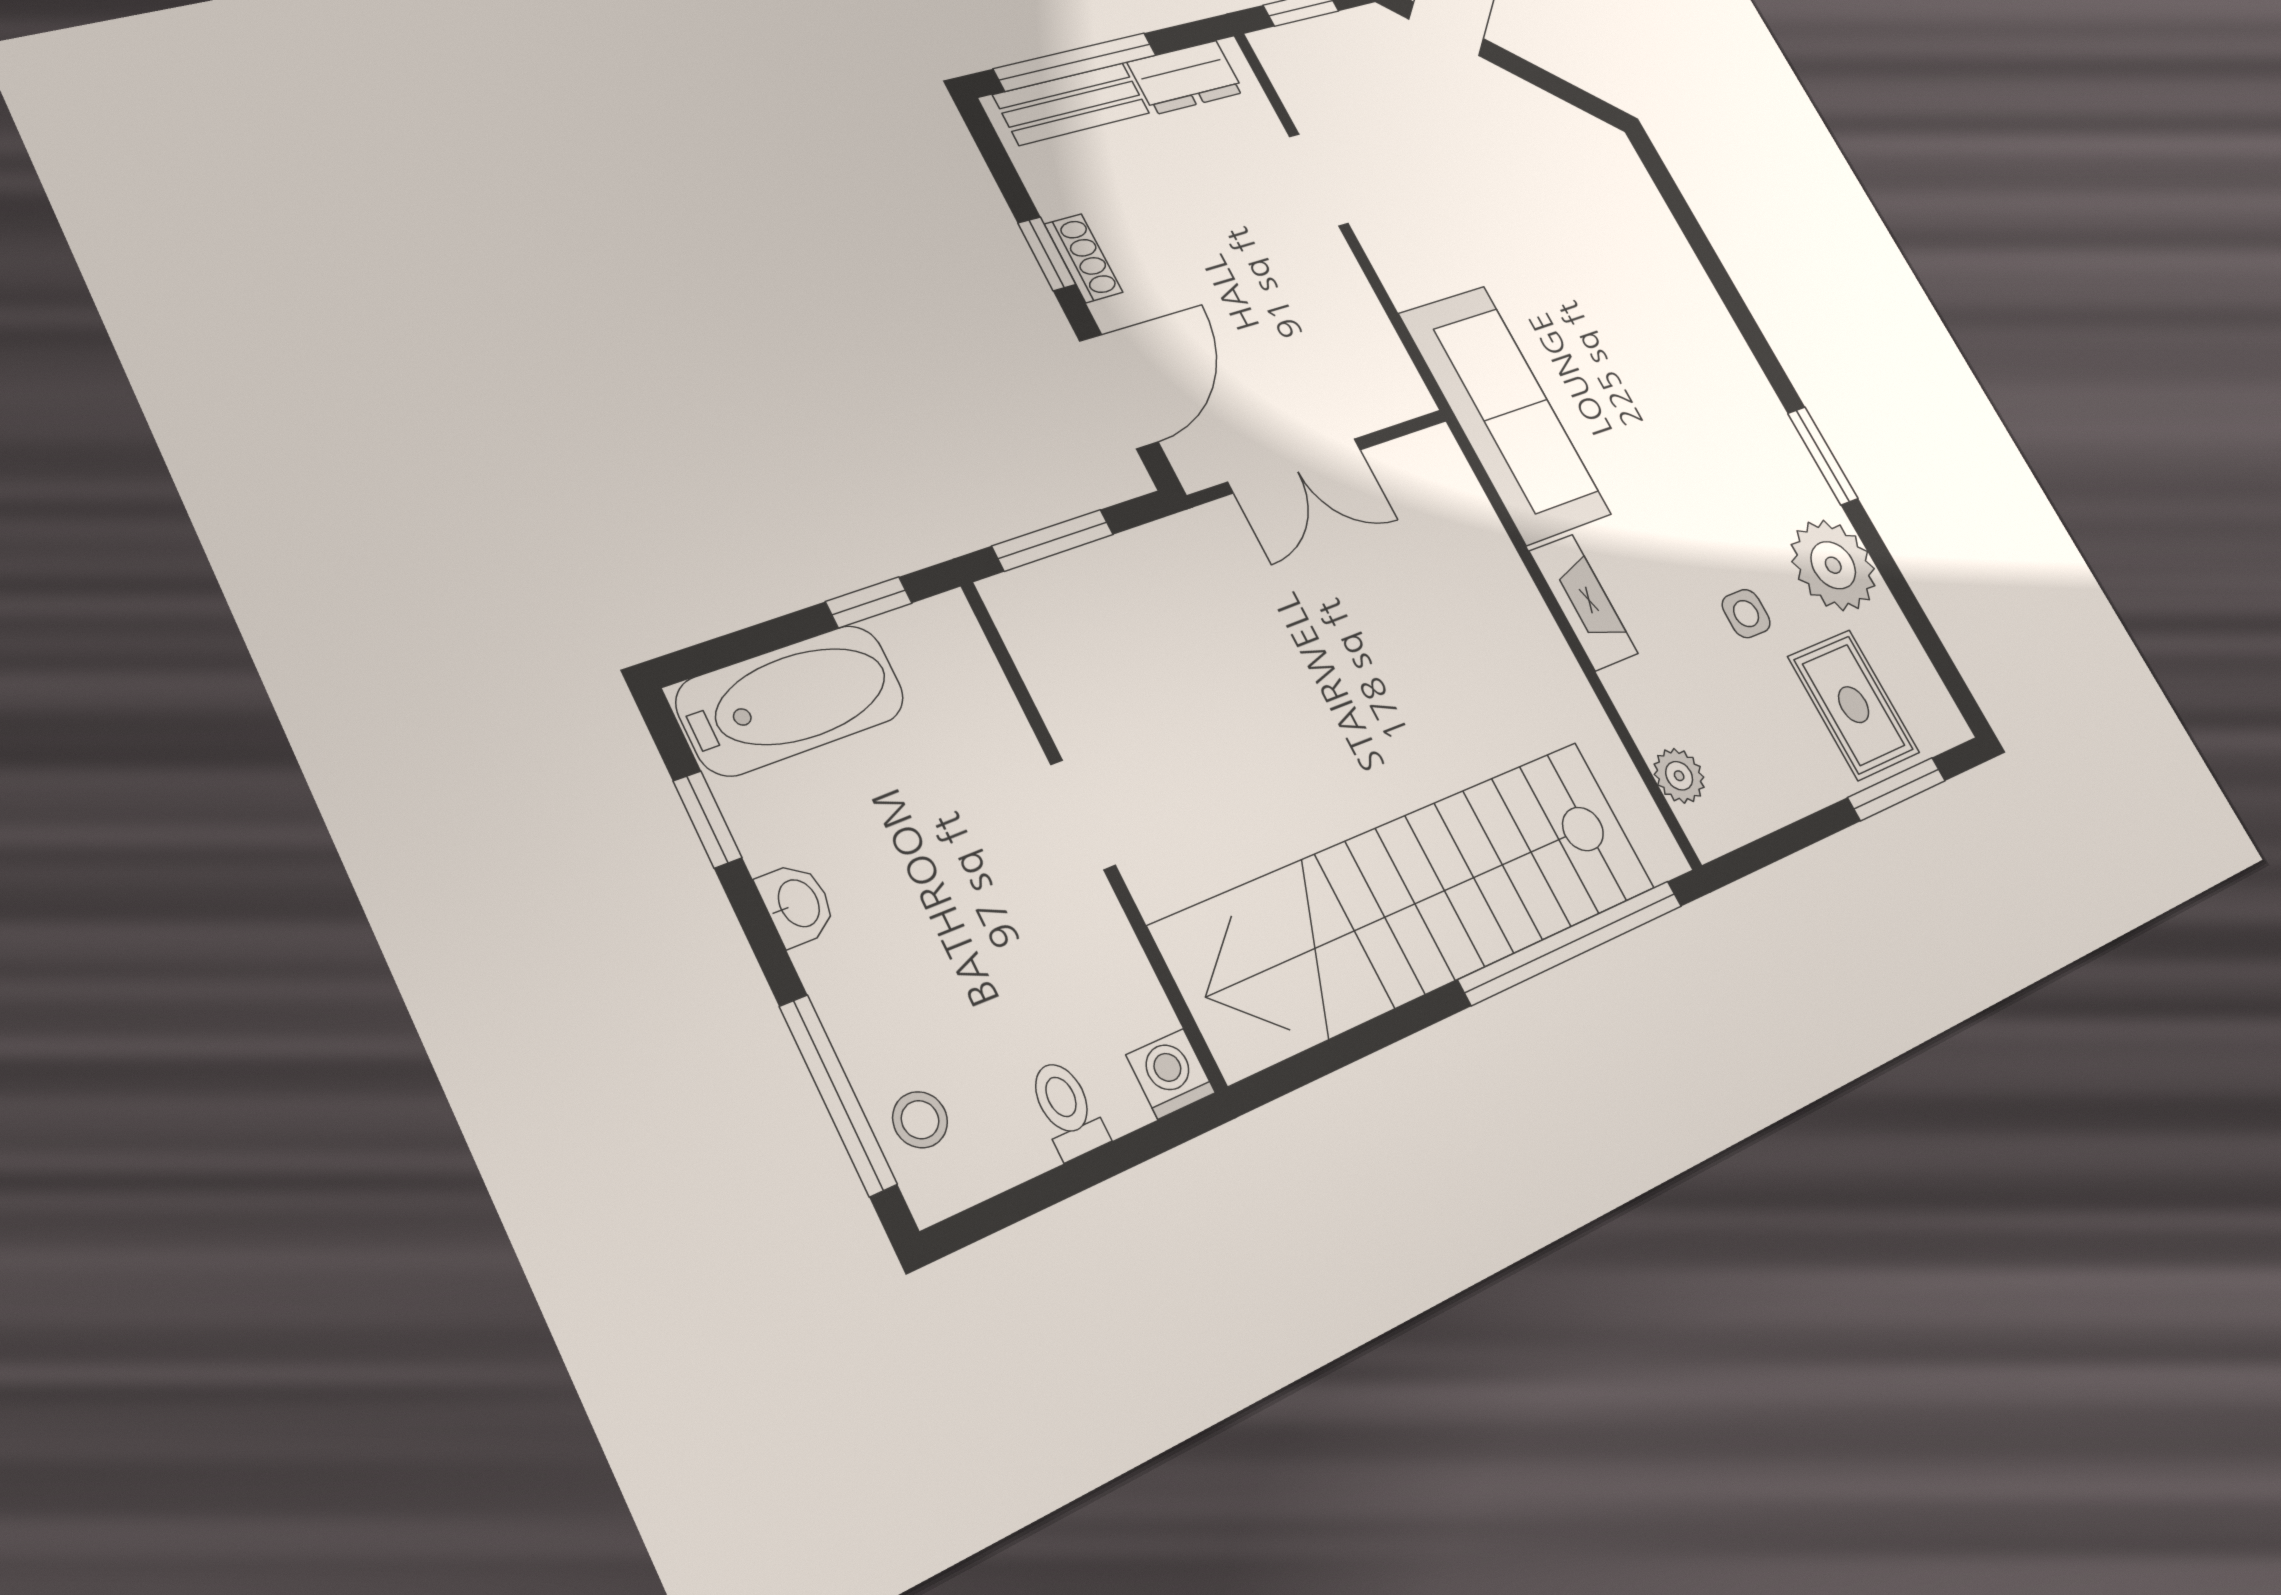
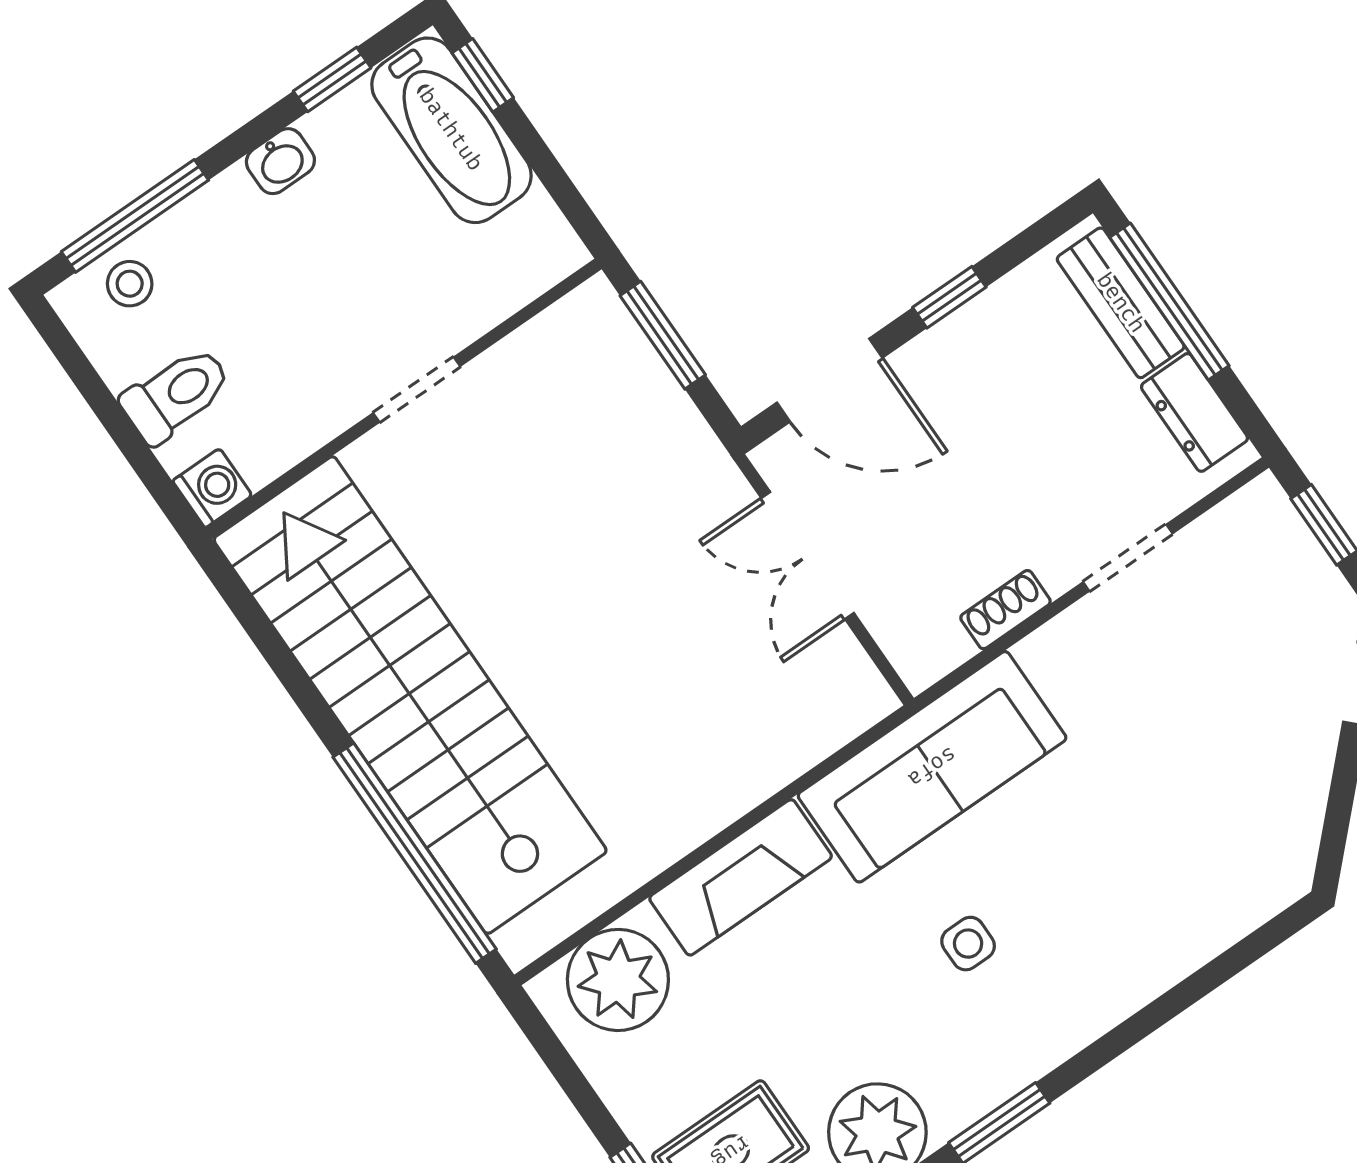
shoe rack: (1084, 258) -> (1005, 610), moved, turned 180
window: (869, 602) -> (483, 75), moved
fireplace: (1584, 602) -> (741, 877), width x1.37, depth x1.32
side table: (1746, 614) -> (968, 944), moved
plant: (1679, 776) -> (618, 980), width x1.87, depth x1.87
toilet: (1067, 1109) -> (176, 395), width x1.37, depth x1.39

